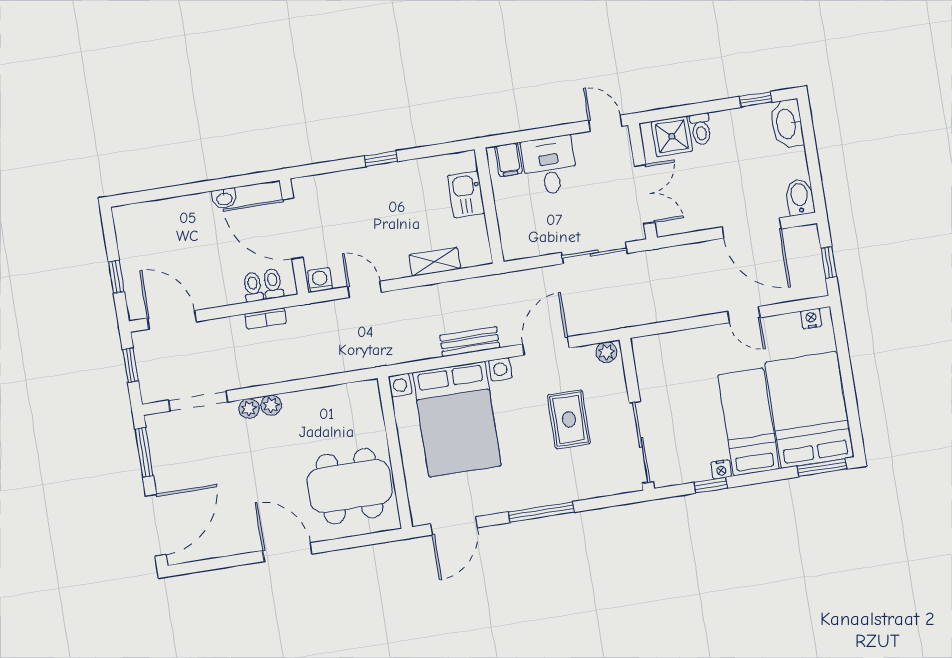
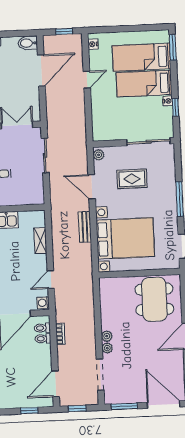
bed: (809, 410) -> (142, 57), width x0.67

